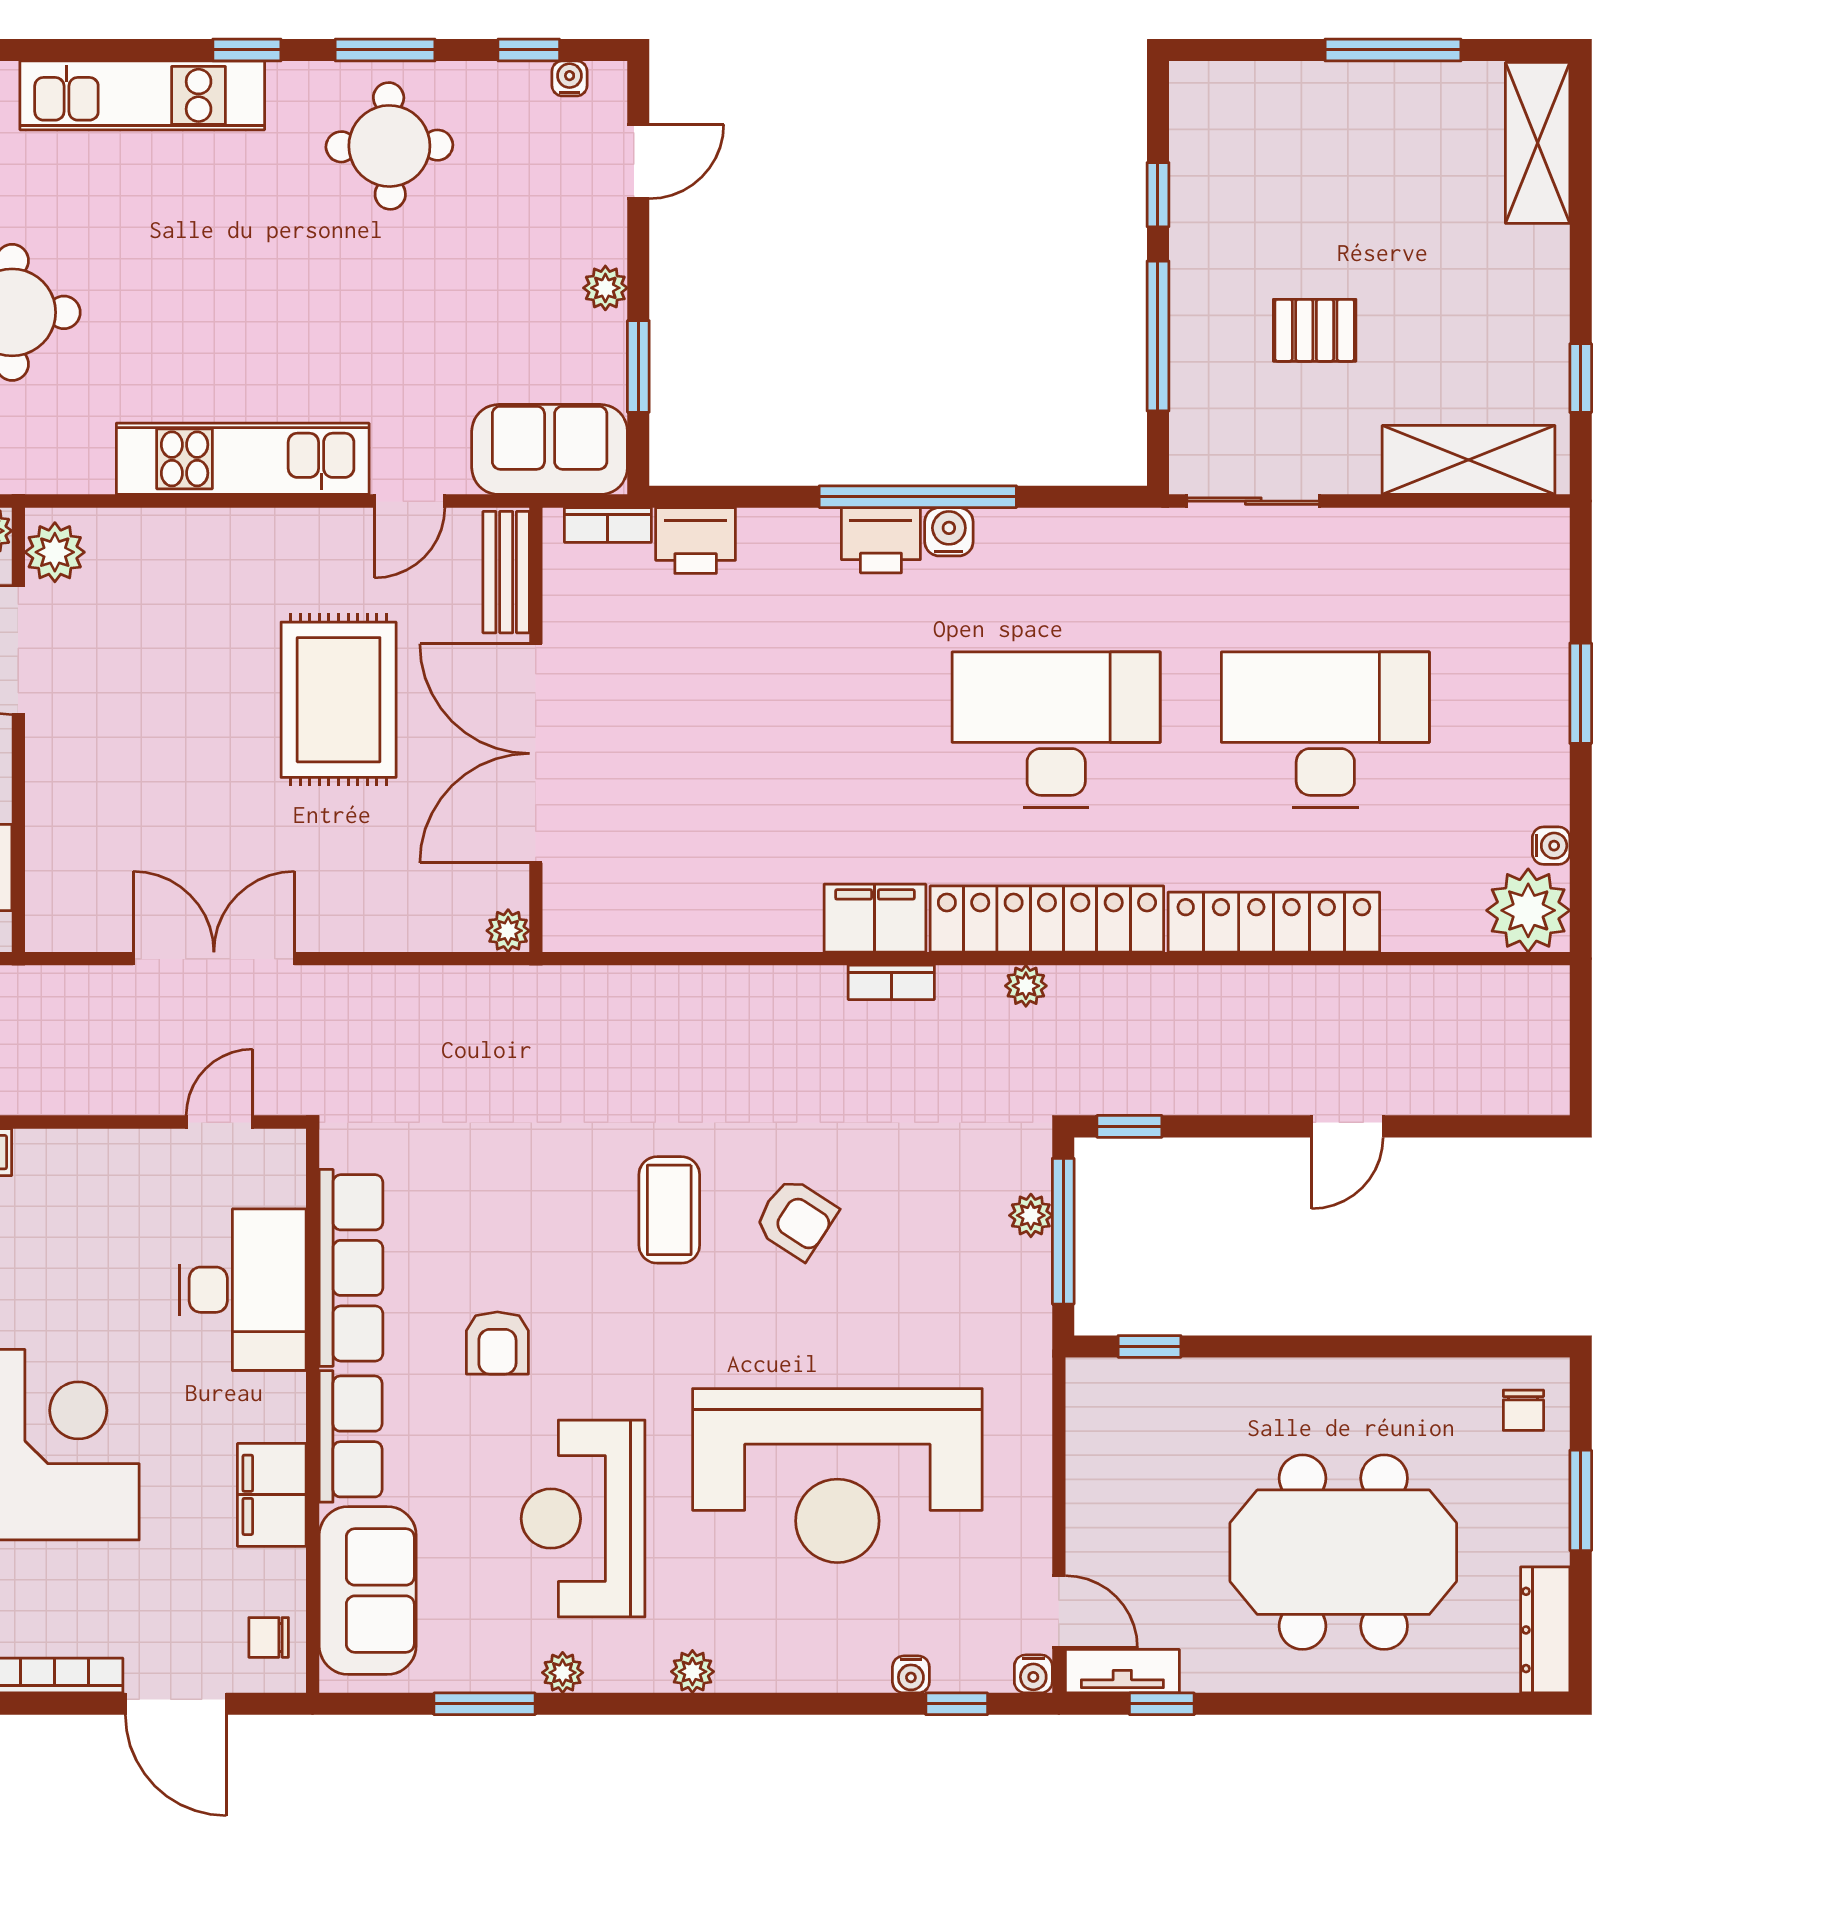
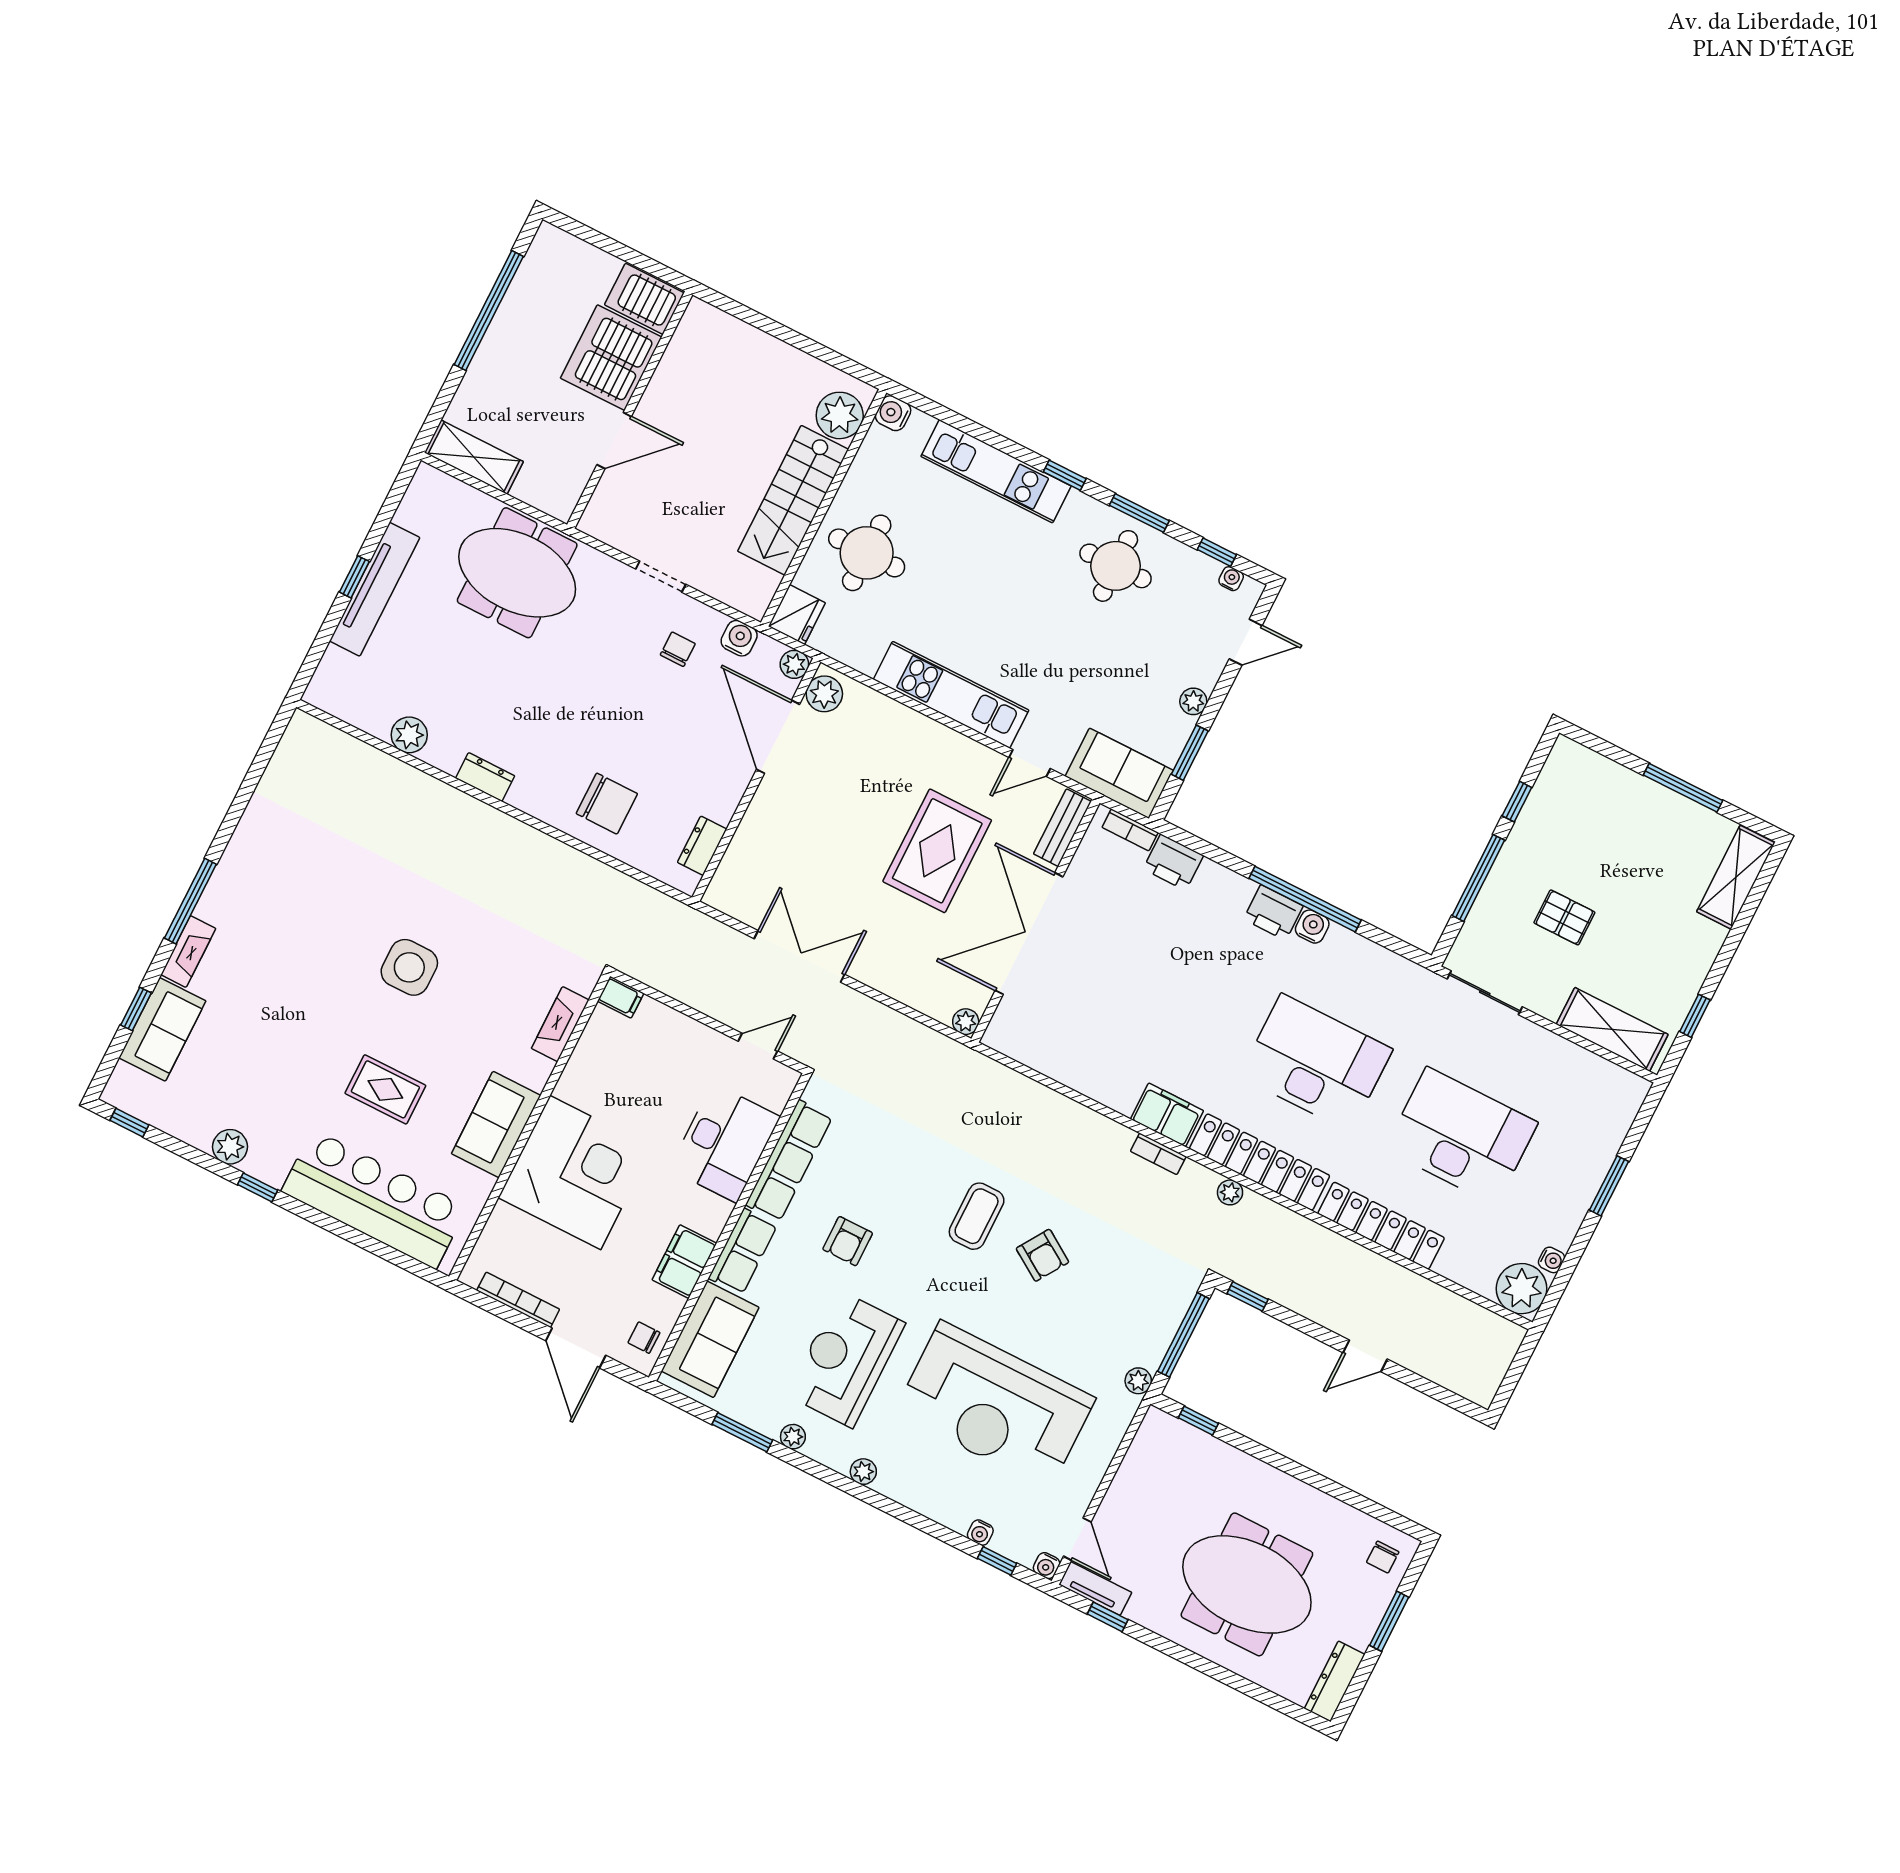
plant: (1031, 1215) -> (1138, 1381), moved

